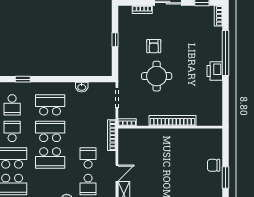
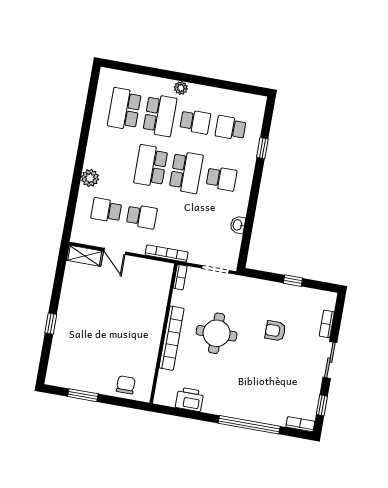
printer: (215, 71) -> (189, 399), moved
round table: (157, 76) -> (217, 333), moved
school desk: (50, 105) -> (222, 179), width x0.54
chair: (214, 165) -> (126, 385), moved

